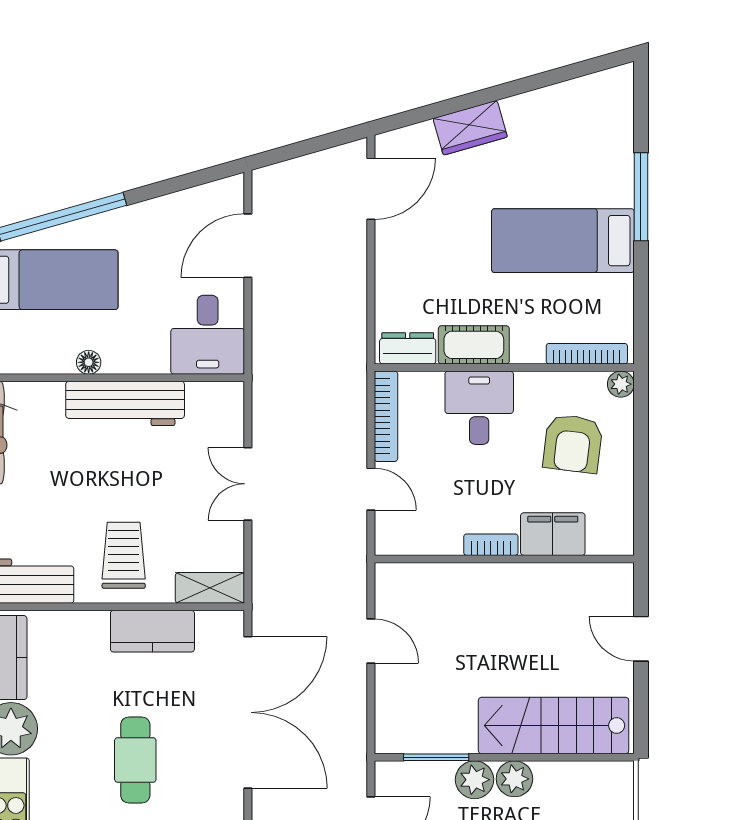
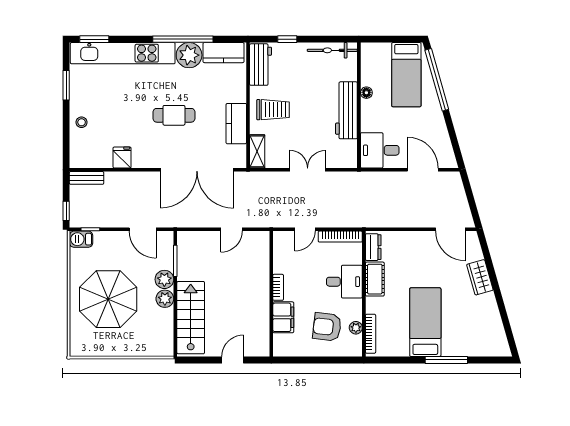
plant: (621, 384) -> (356, 328), moved

